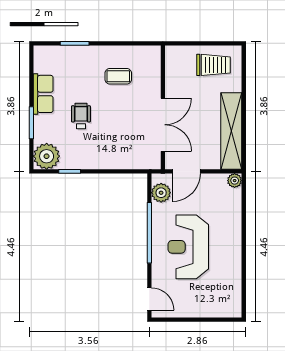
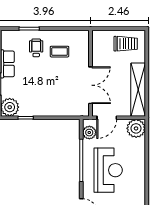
wheelchair: (81, 116) -> (36, 48), moved
plant: (235, 181) -> (136, 128), width x1.88, depth x1.88
reception desk: (188, 247) -> (108, 170), turned 180

